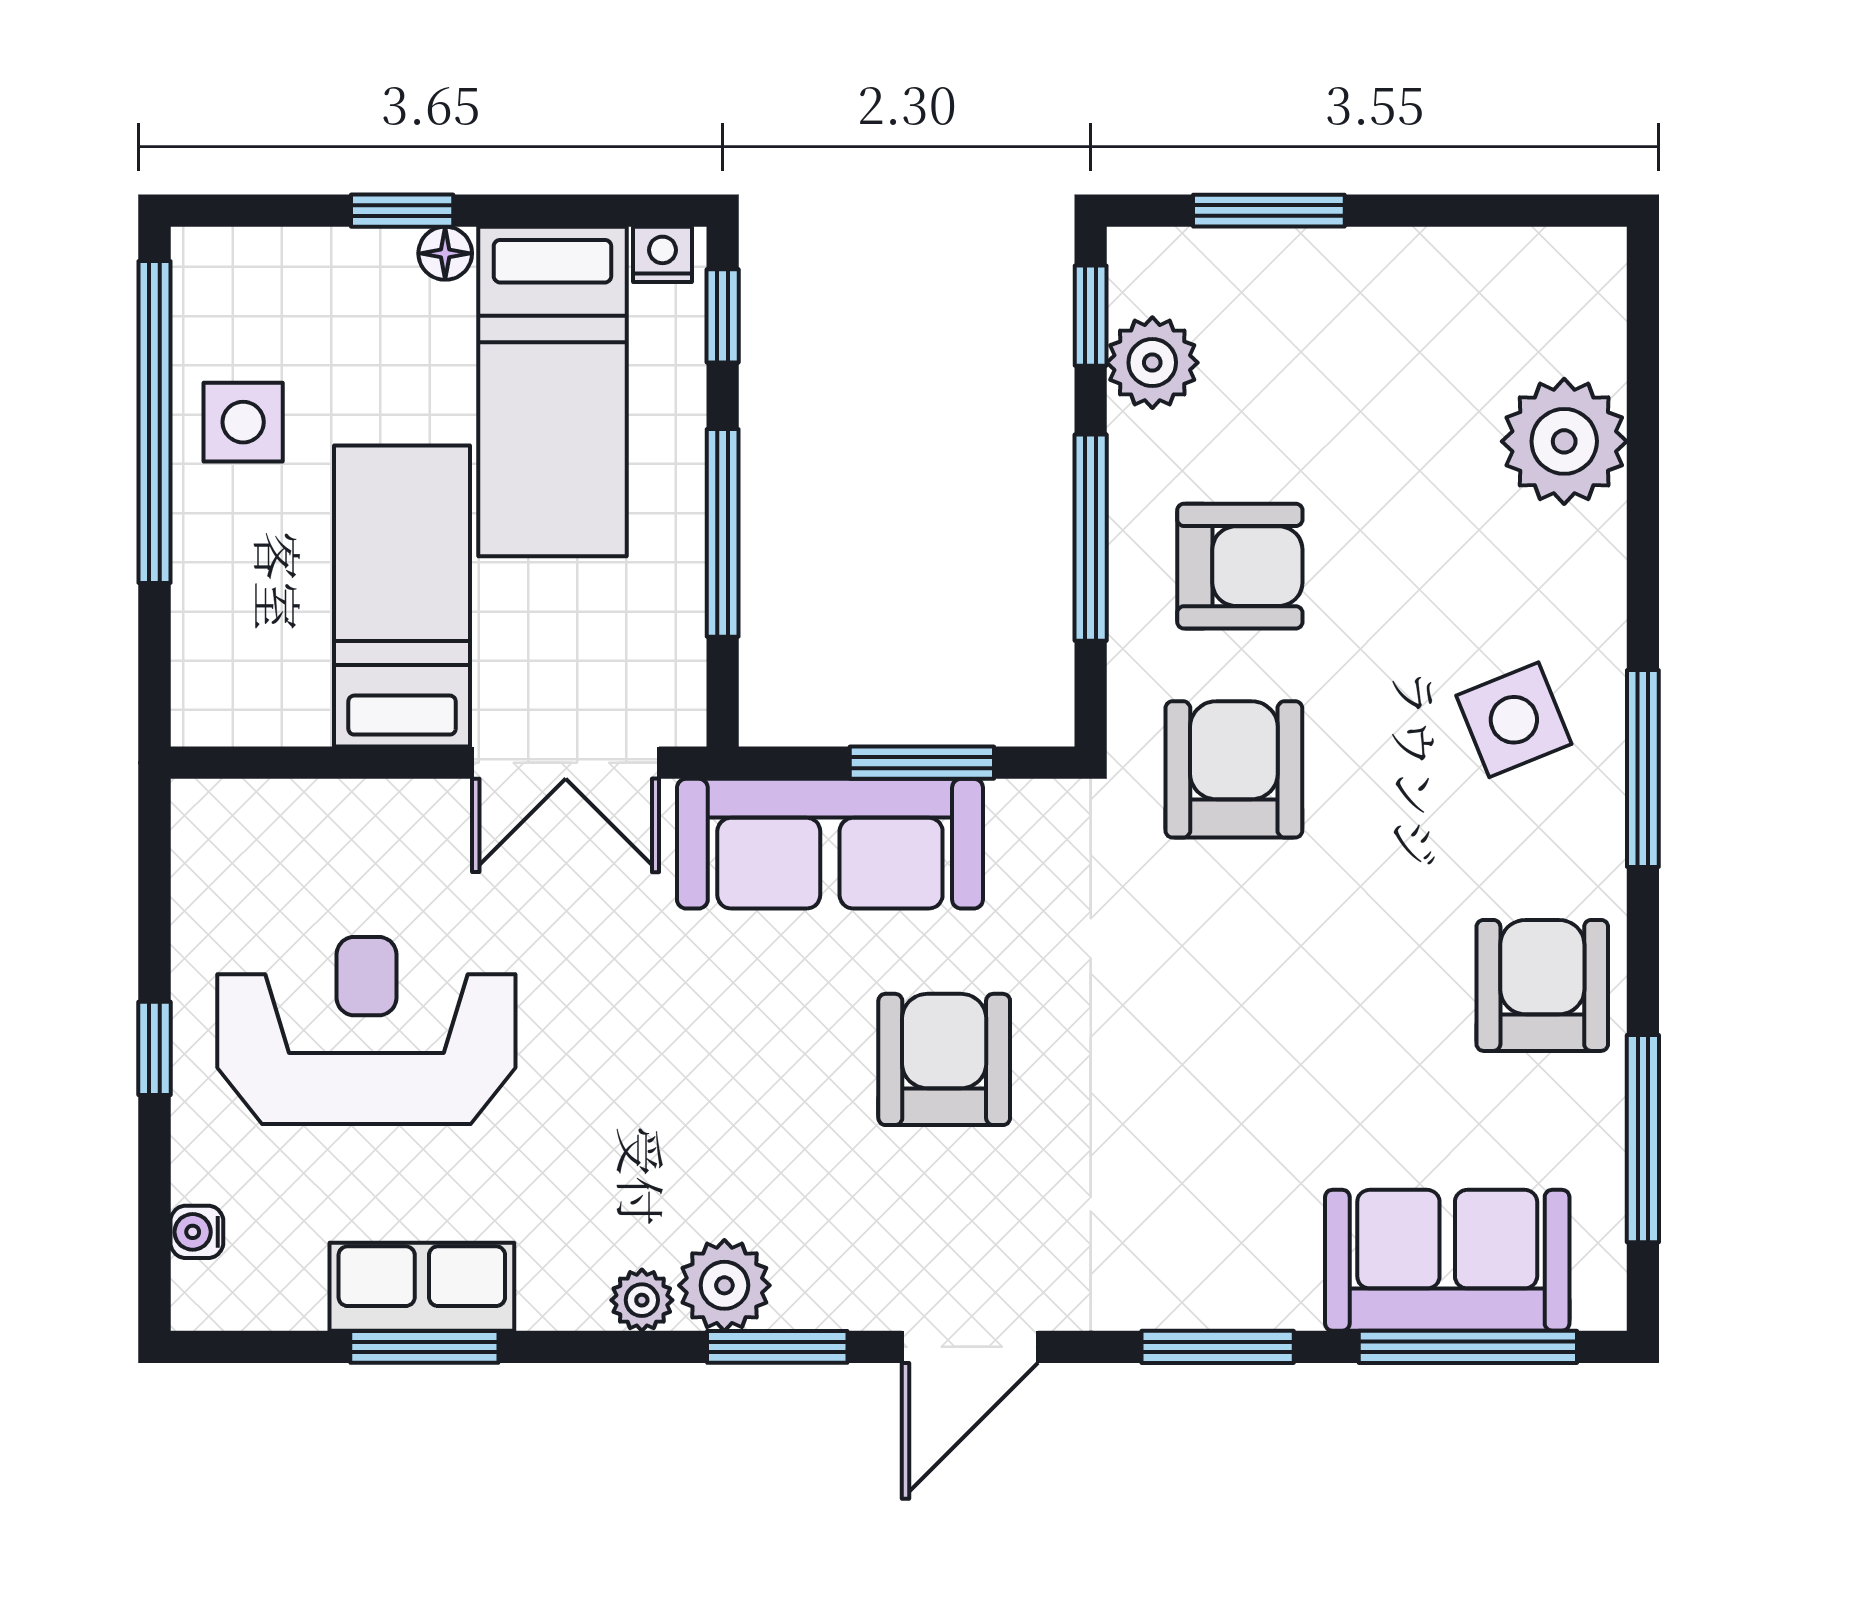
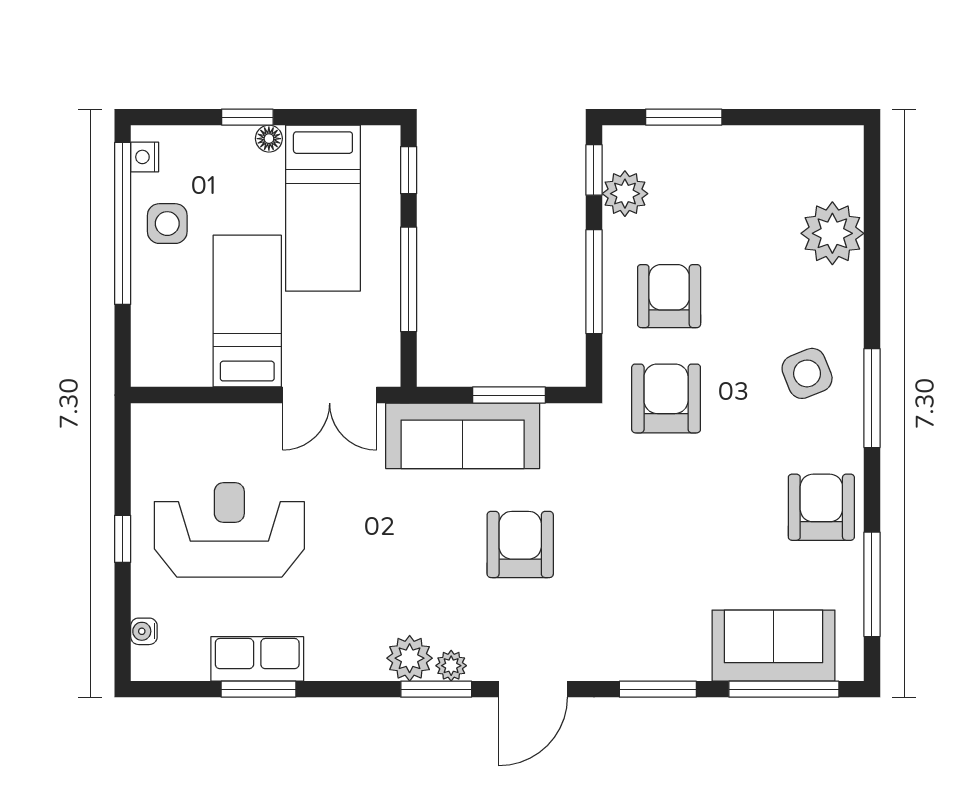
nightstand: (663, 254) -> (145, 157), moved, turned -90
armchair: (1240, 566) -> (669, 296), turned -90
plant: (642, 1300) -> (451, 666), moved

